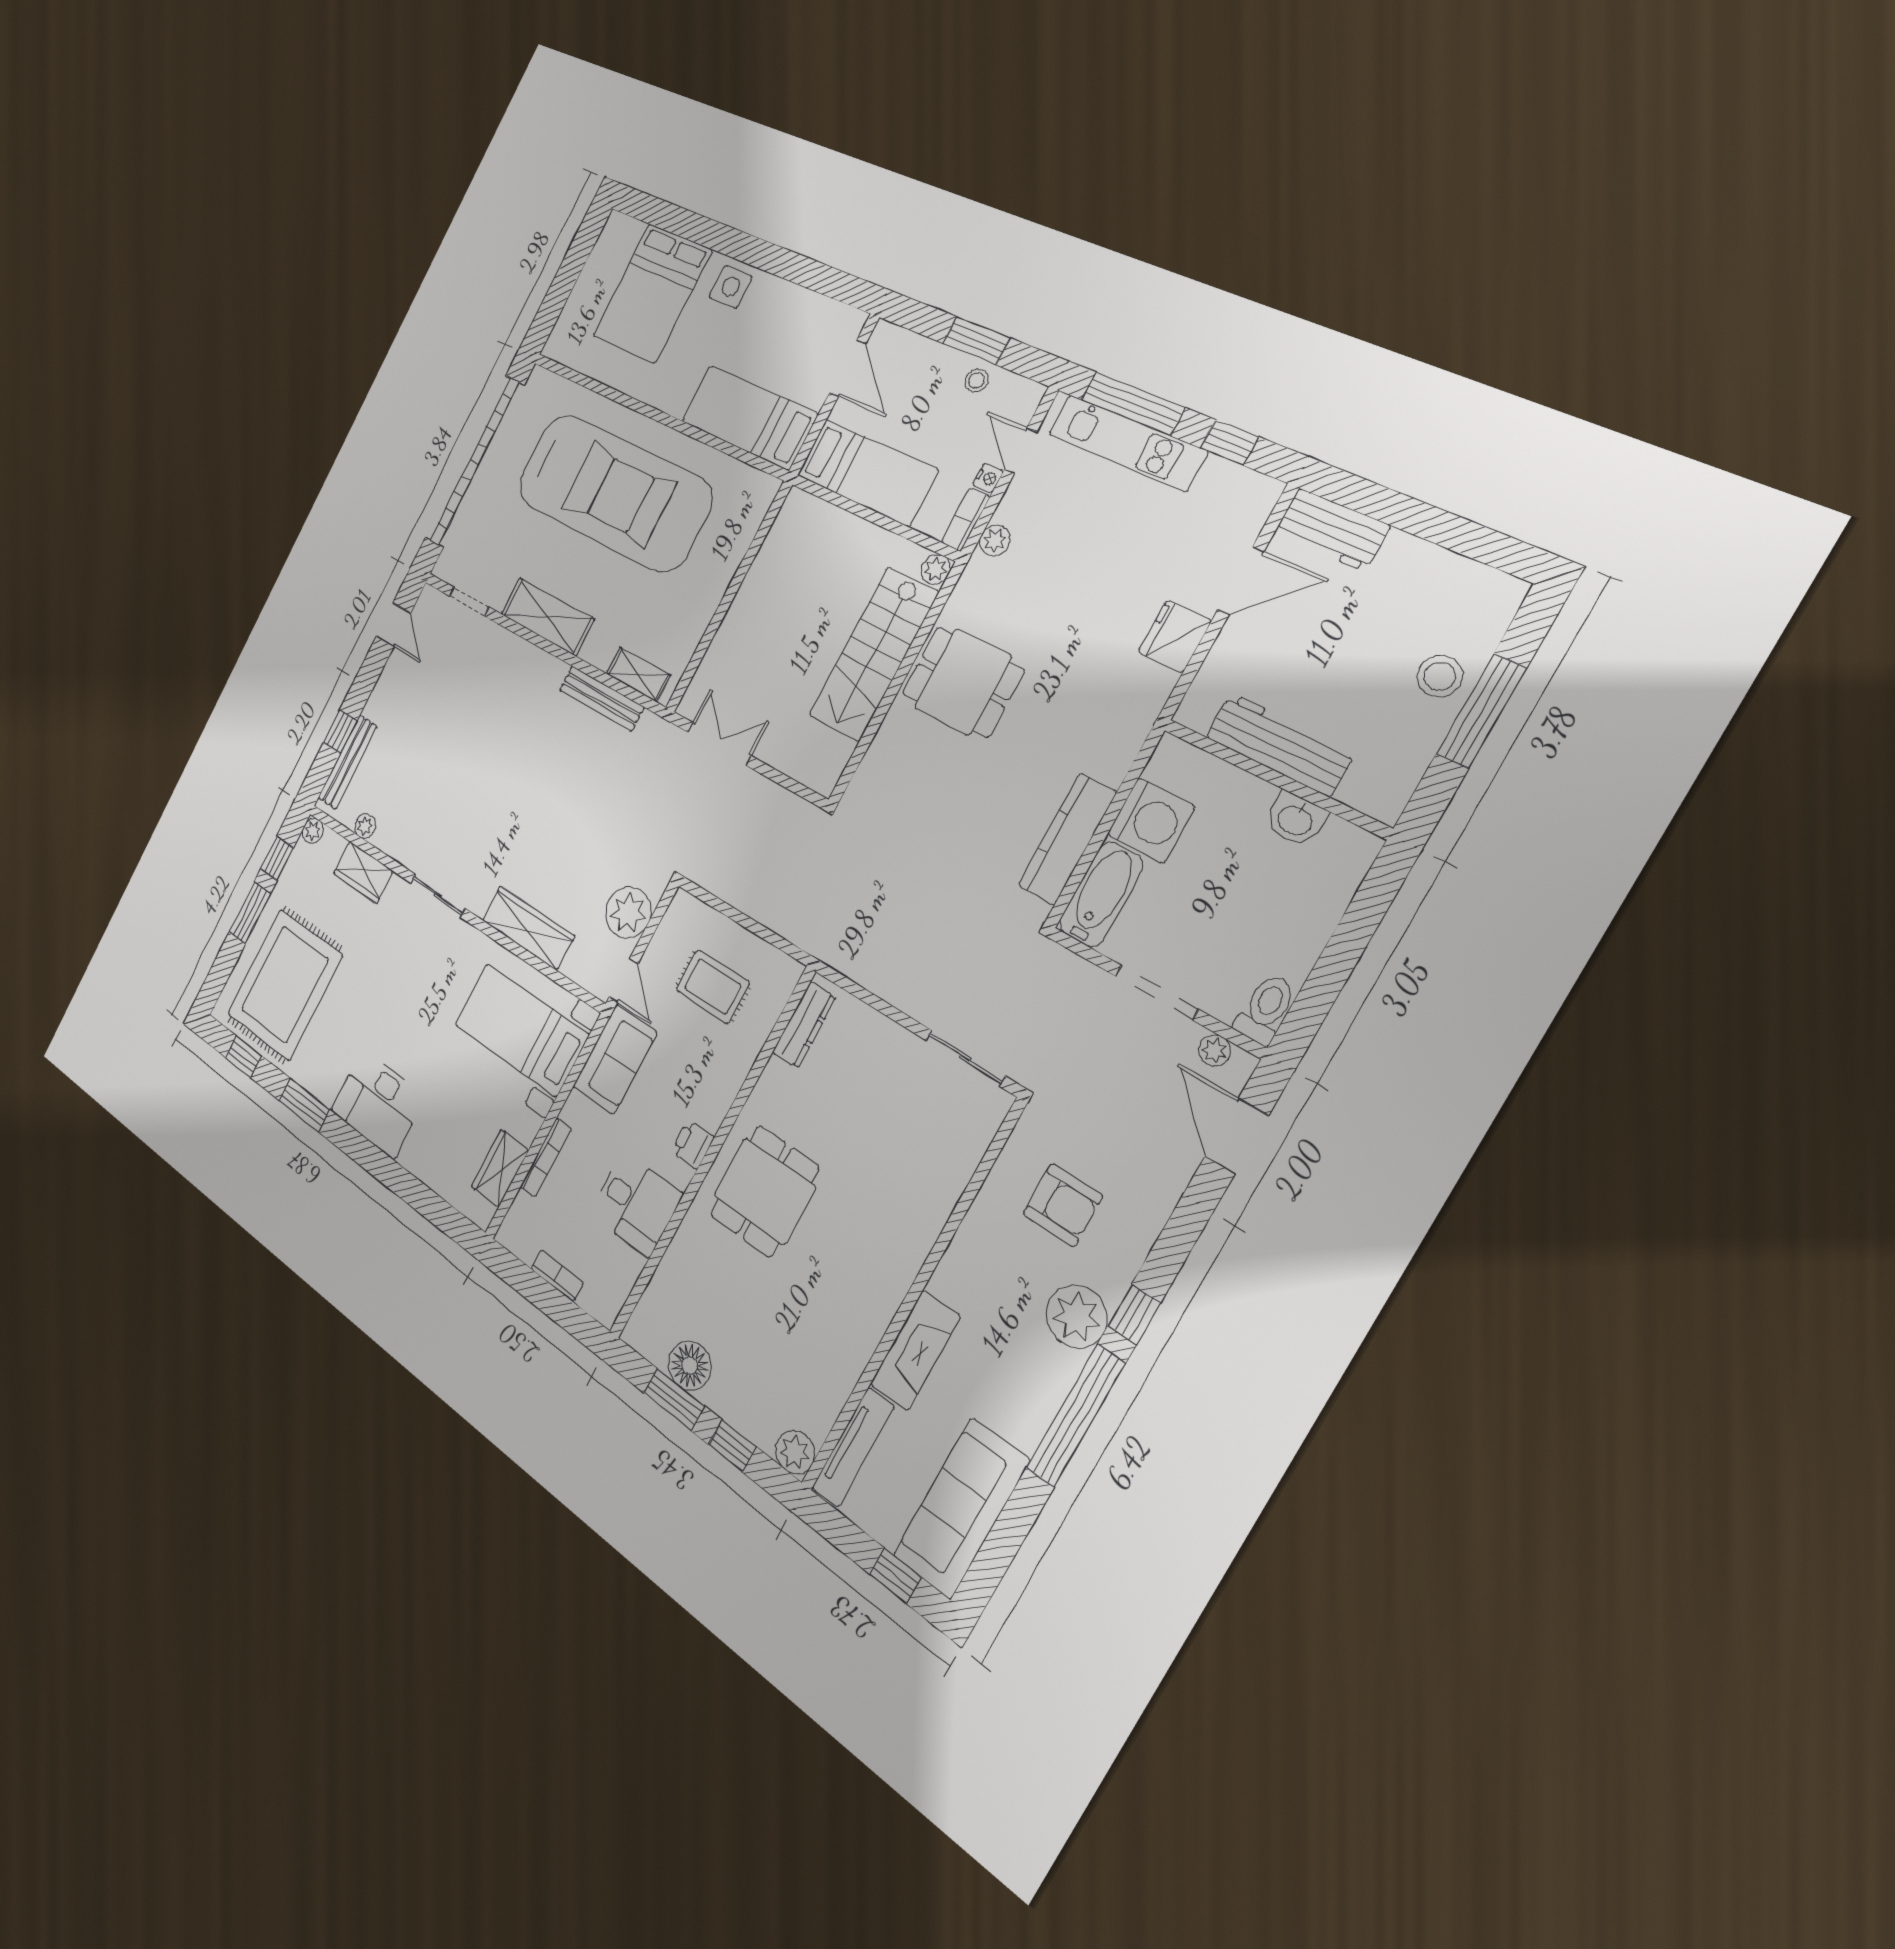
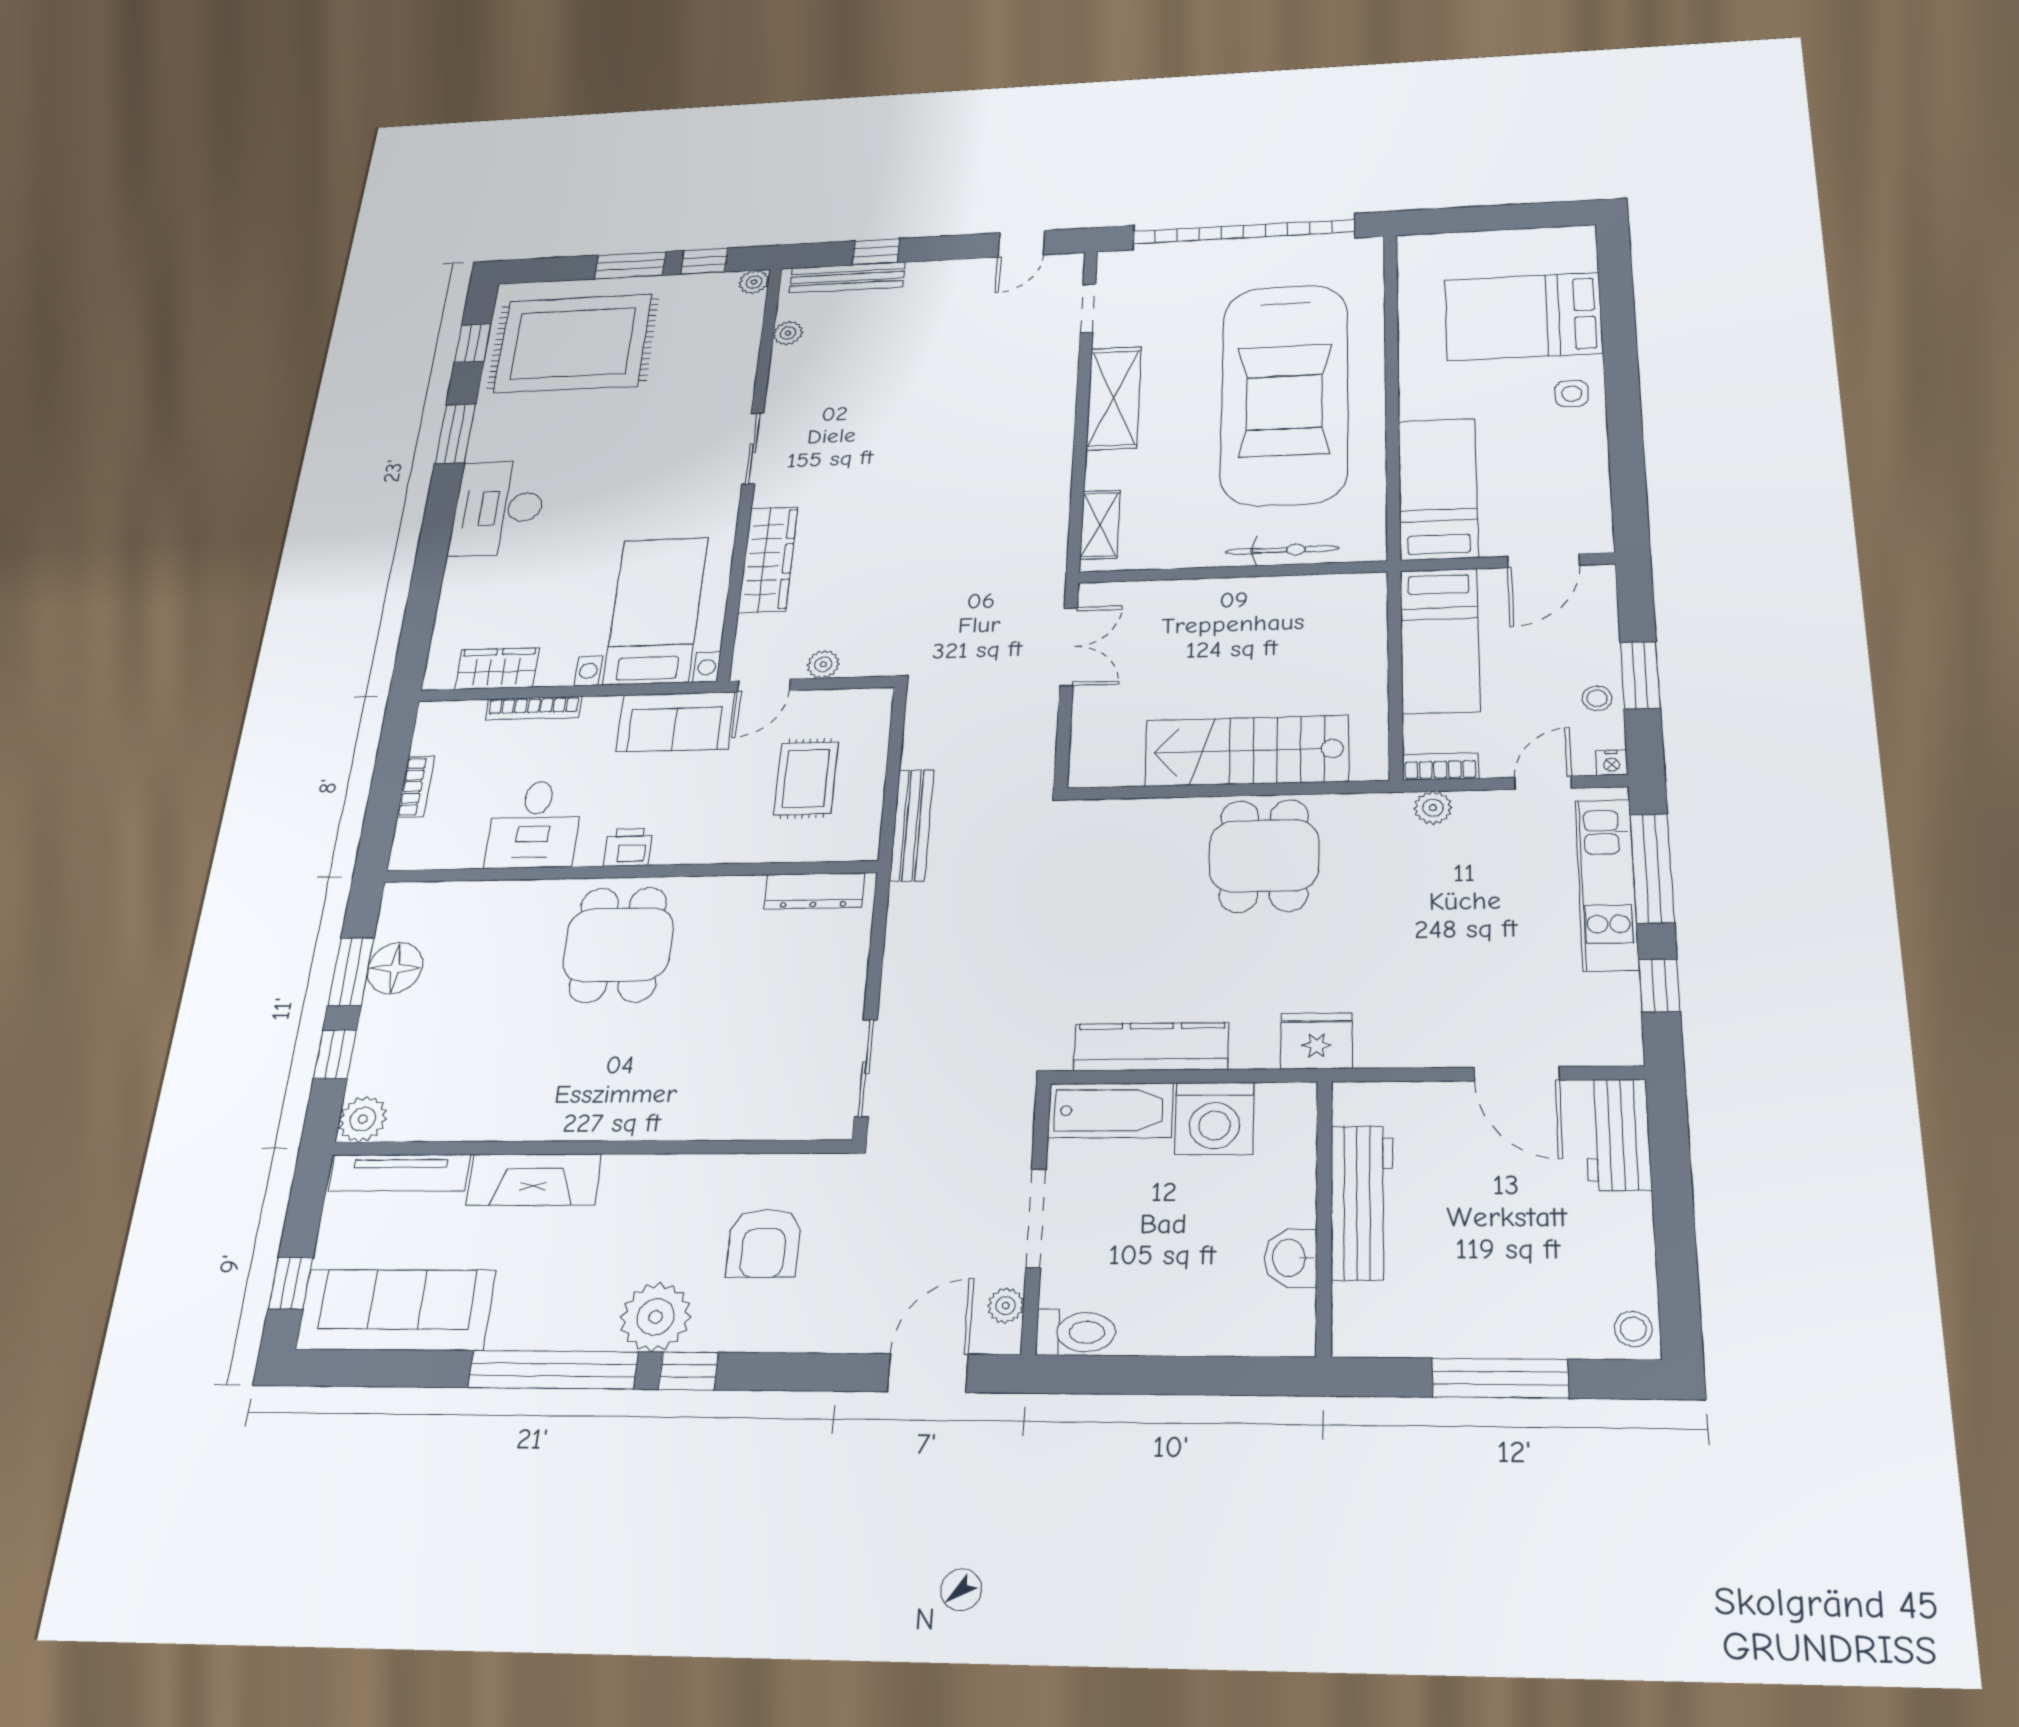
side table: (731, 287) -> (1572, 394), width x0.73, depth x0.73
nightstand: (988, 478) -> (1612, 763), moved
bicycle: (732, 553) -> (1282, 550), added
plant: (936, 569) -> (1371, 765), removed
fridge: (1175, 637) -> (1316, 1041), moved
stool: (1440, 676) -> (1633, 1329), moved, width x0.73, depth x0.73
bench: (602, 698) -> (912, 825), moved
wardrobe: (363, 872) -> (737, 358), removed
plant: (628, 913) -> (823, 664), width x0.53, depth x0.53
dining table: (764, 1191) -> (618, 945), turned 90

